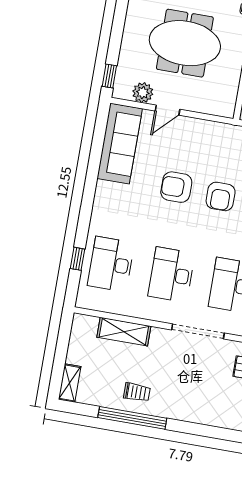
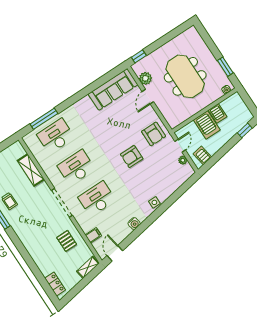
door: (167, 110) -> (148, 97), hinge flipped
armchair: (176, 187) -> (154, 134), moved, turned 180
window: (77, 259) -> (44, 119), width x2.17

